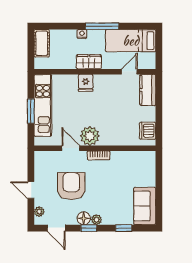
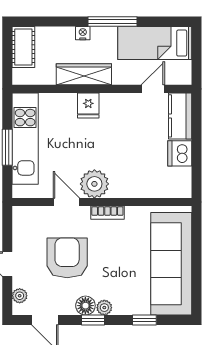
wardrobe: (89, 62) -> (84, 74), width x1.50
dishwasher: (148, 131) -> (180, 153), moved
sofa: (145, 206) -> (171, 264), width x1.85, depth x1.27

